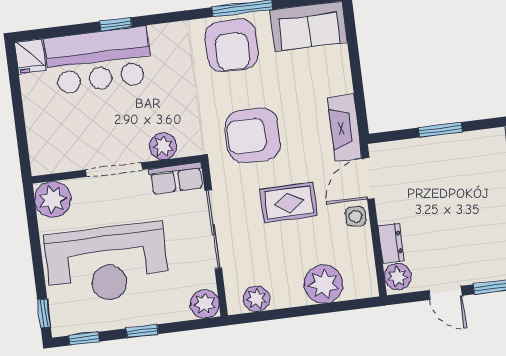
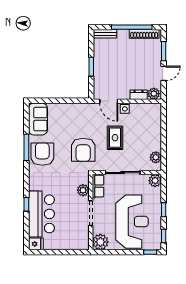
armchair: (232, 45) -> (42, 154), turned -90
fireplace: (345, 128) -> (85, 109), removed
plant: (324, 284) -> (153, 127), removed

